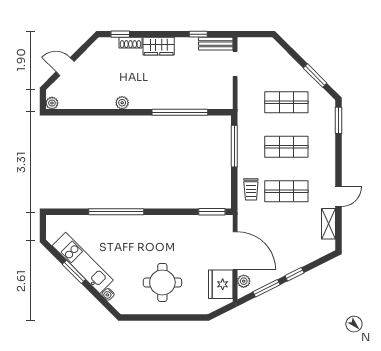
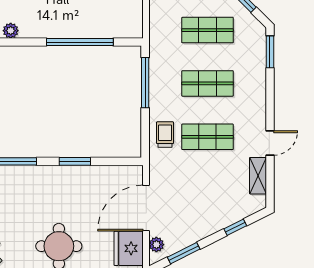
trolley: (251, 189) -> (165, 135), turned 180
window: (212, 212) -> (75, 161), moved
door: (235, 251) -> (146, 208), swing flipped
window: (295, 274) -> (235, 227), moved

